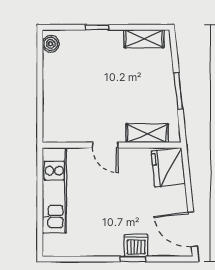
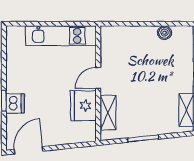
boiler: (51, 44) -> (164, 33), moved
fridge: (168, 167) -> (83, 106), moved, turned -84

